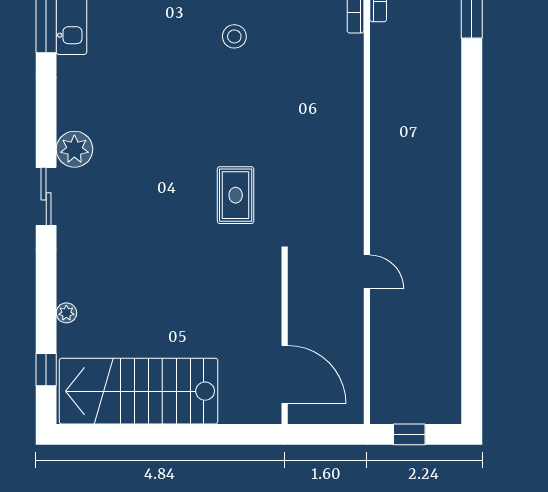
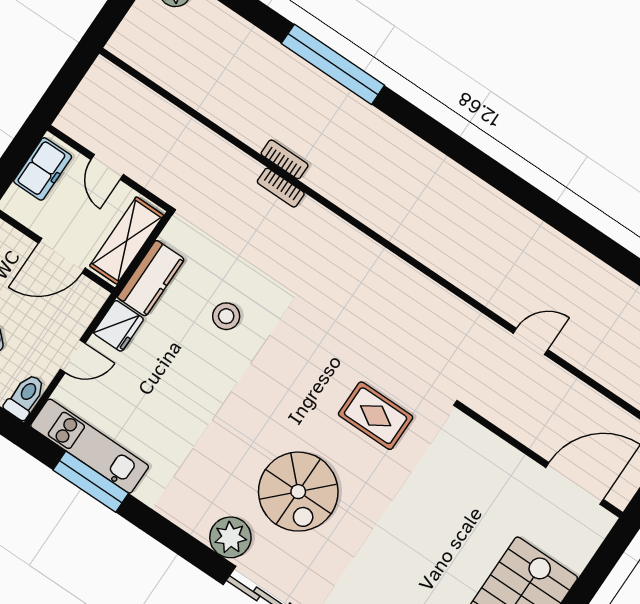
spiral stairs: (142, 176) -> (298, 492), added

